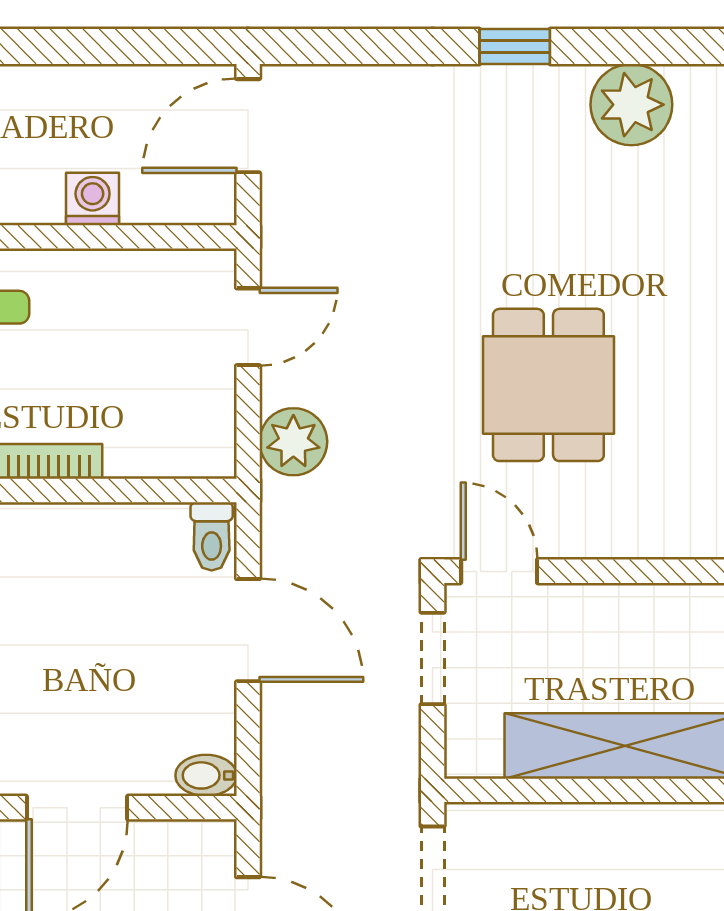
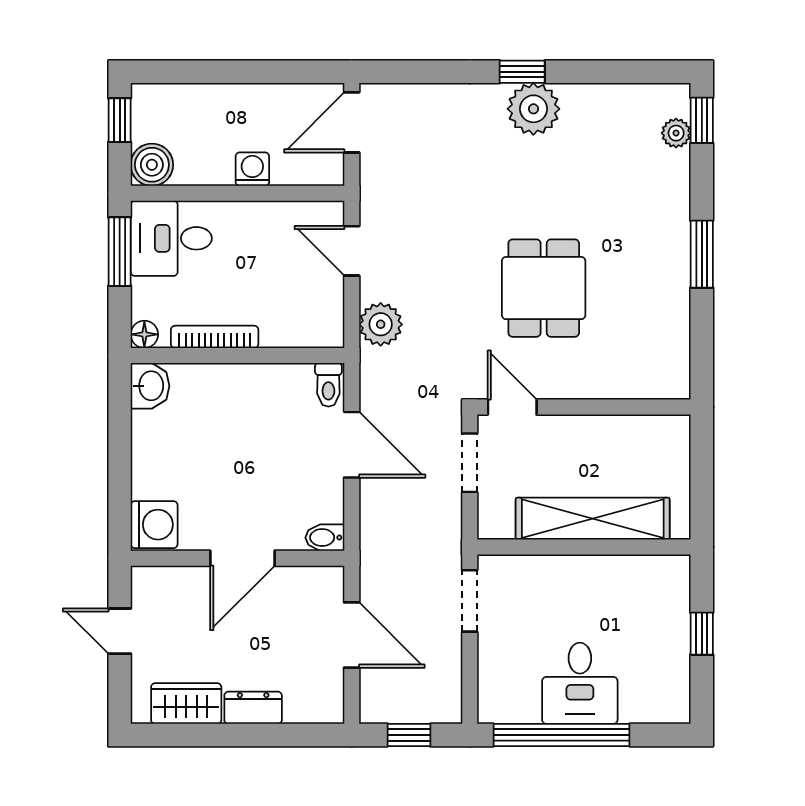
plant: (631, 105) -> (533, 109), moved
door: (248, 327) -> (352, 251), swing flipped

